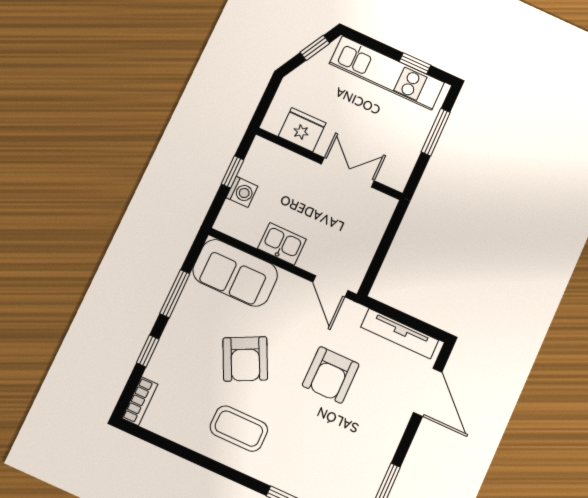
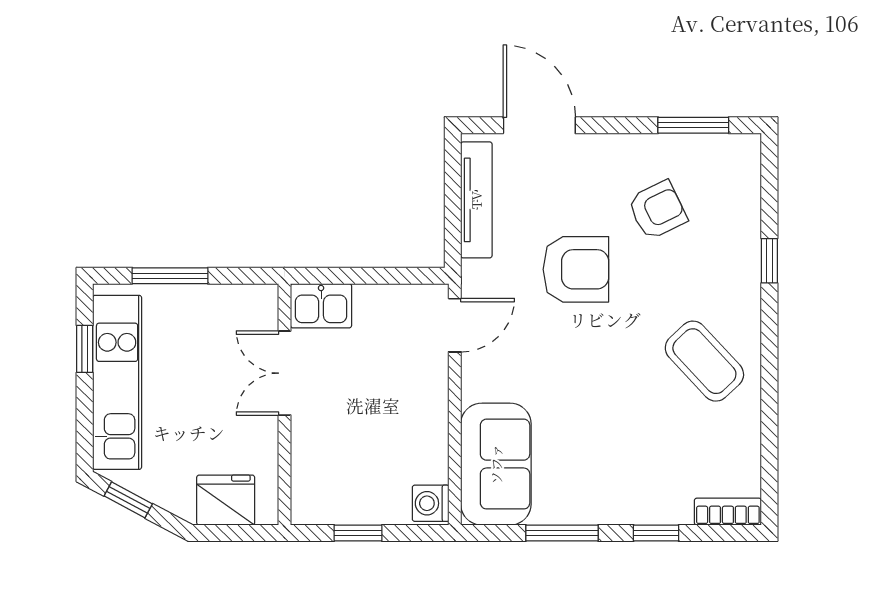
fridge: (302, 130) -> (226, 500), moved, turned 90
washing machine: (242, 192) -> (431, 503), moved, turned -90
kitchen sink: (282, 244) -> (321, 306), moved, turned -90
armchair: (245, 359) -> (657, 210), moved, width x0.72, depth x0.72
door: (428, 392) -> (539, 125), hinge flipped
coffee table: (239, 429) -> (704, 361), turned -43

